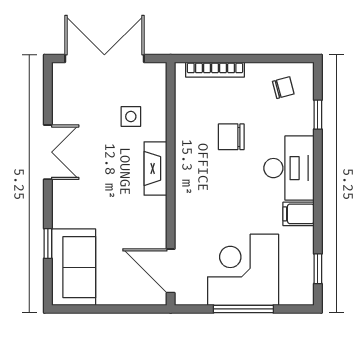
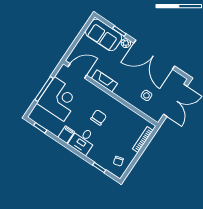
chair: (231, 137) -> (99, 117), moved
double door: (48, 152) -> (154, 55), width x1.87
fireplace: (156, 168) -> (104, 81), moved
desk: (289, 168) -> (83, 140), width x0.73
plant: (61, 217) -> (126, 43), added

